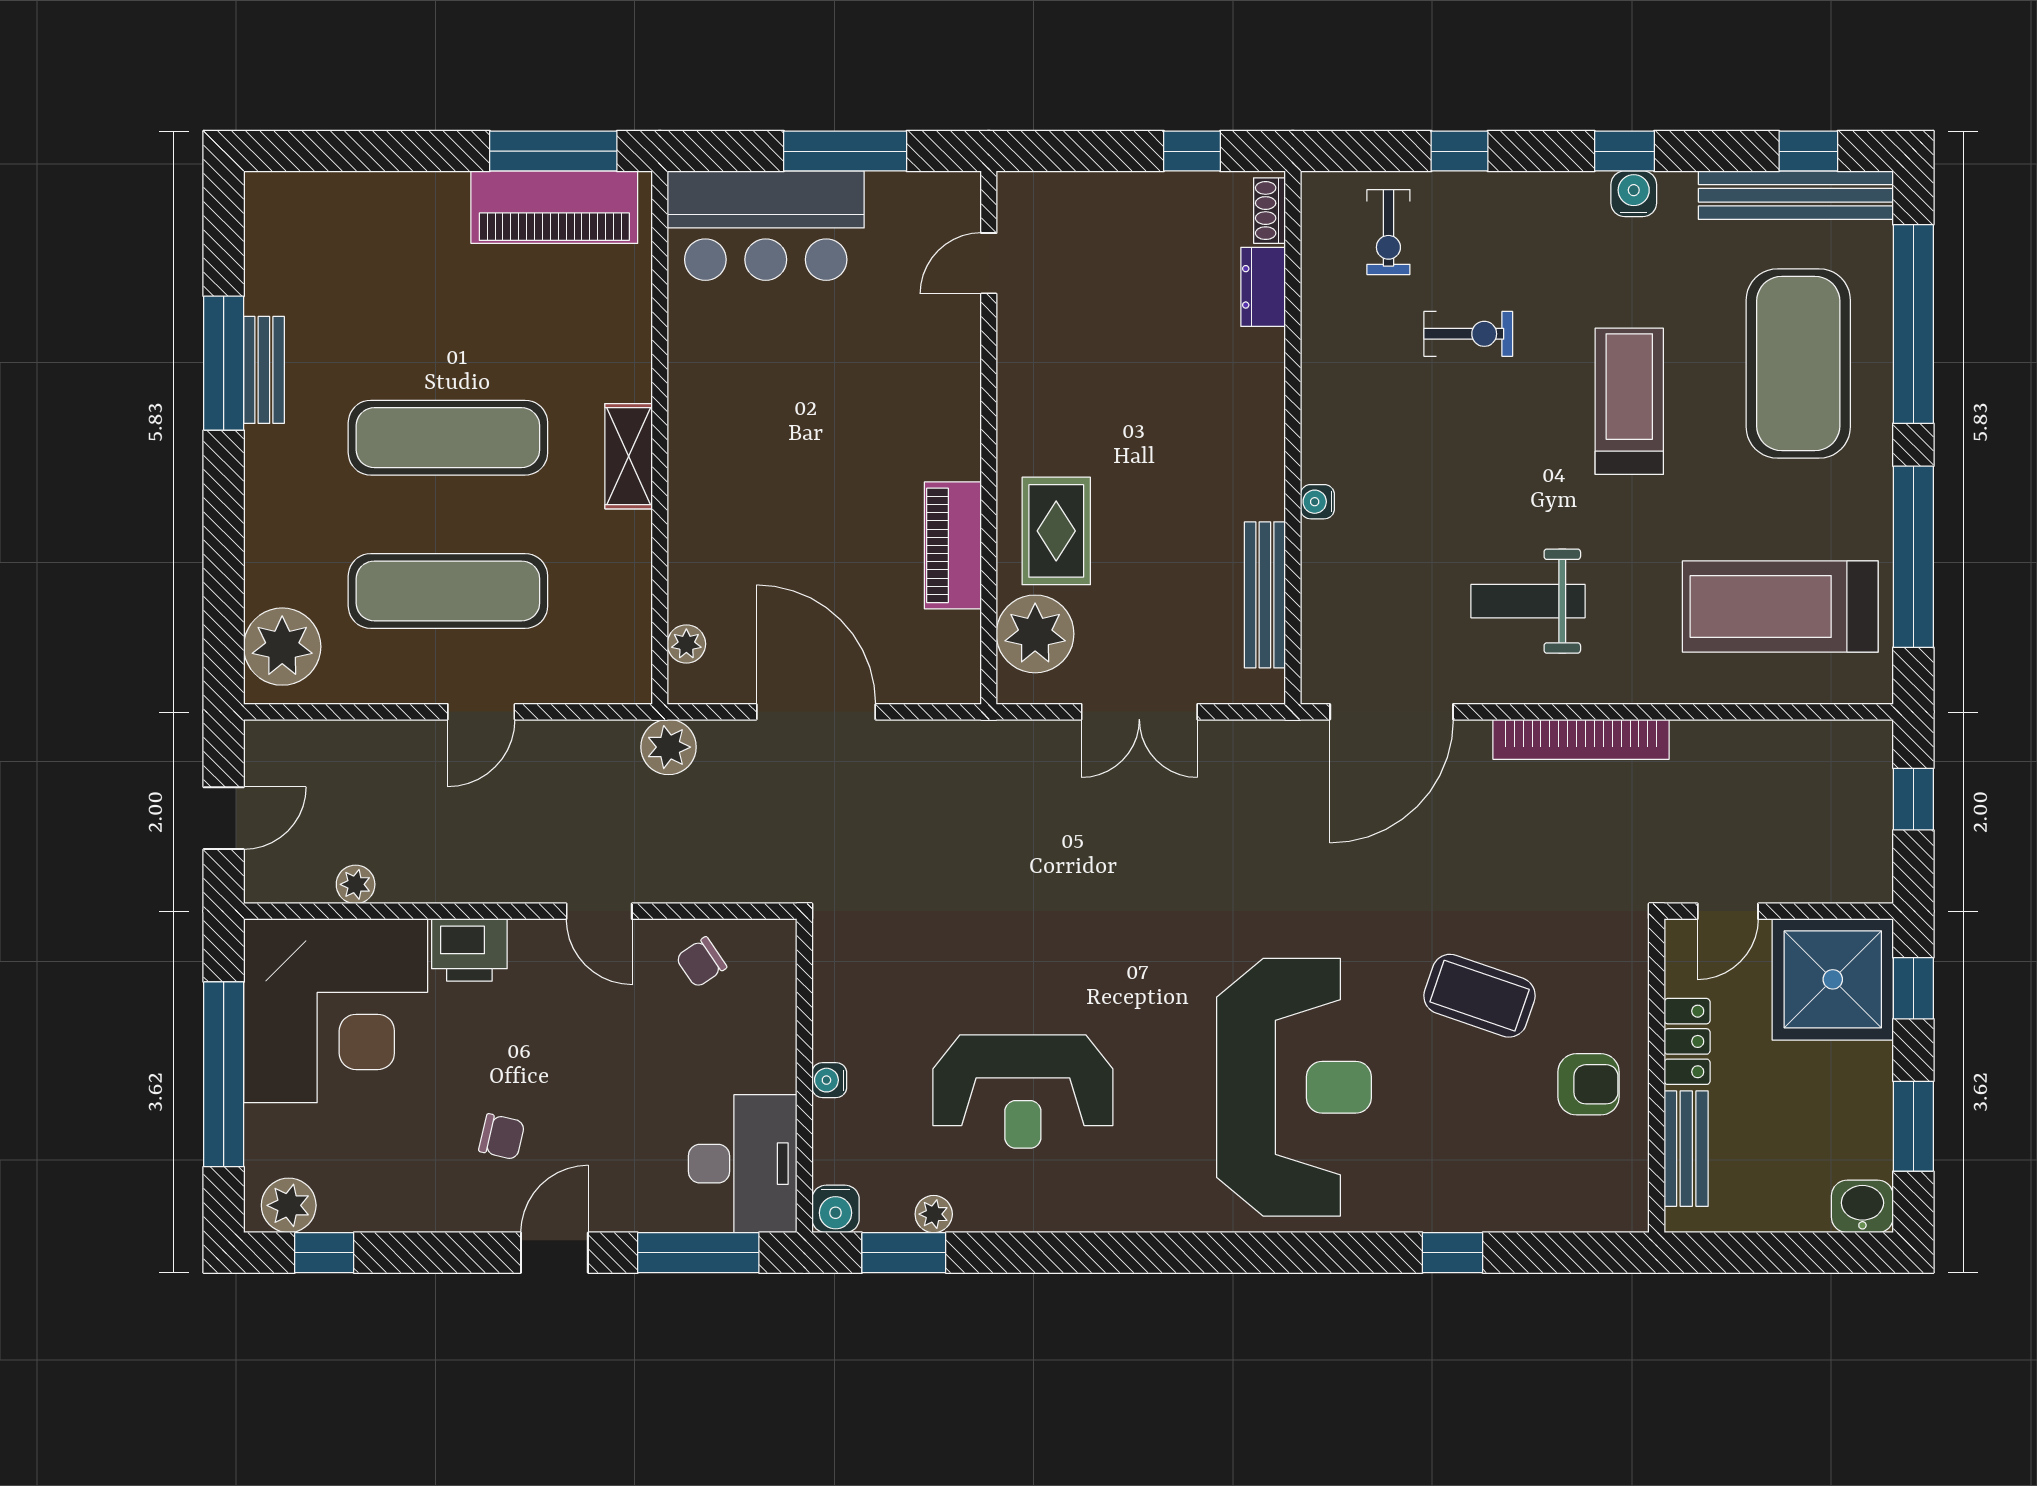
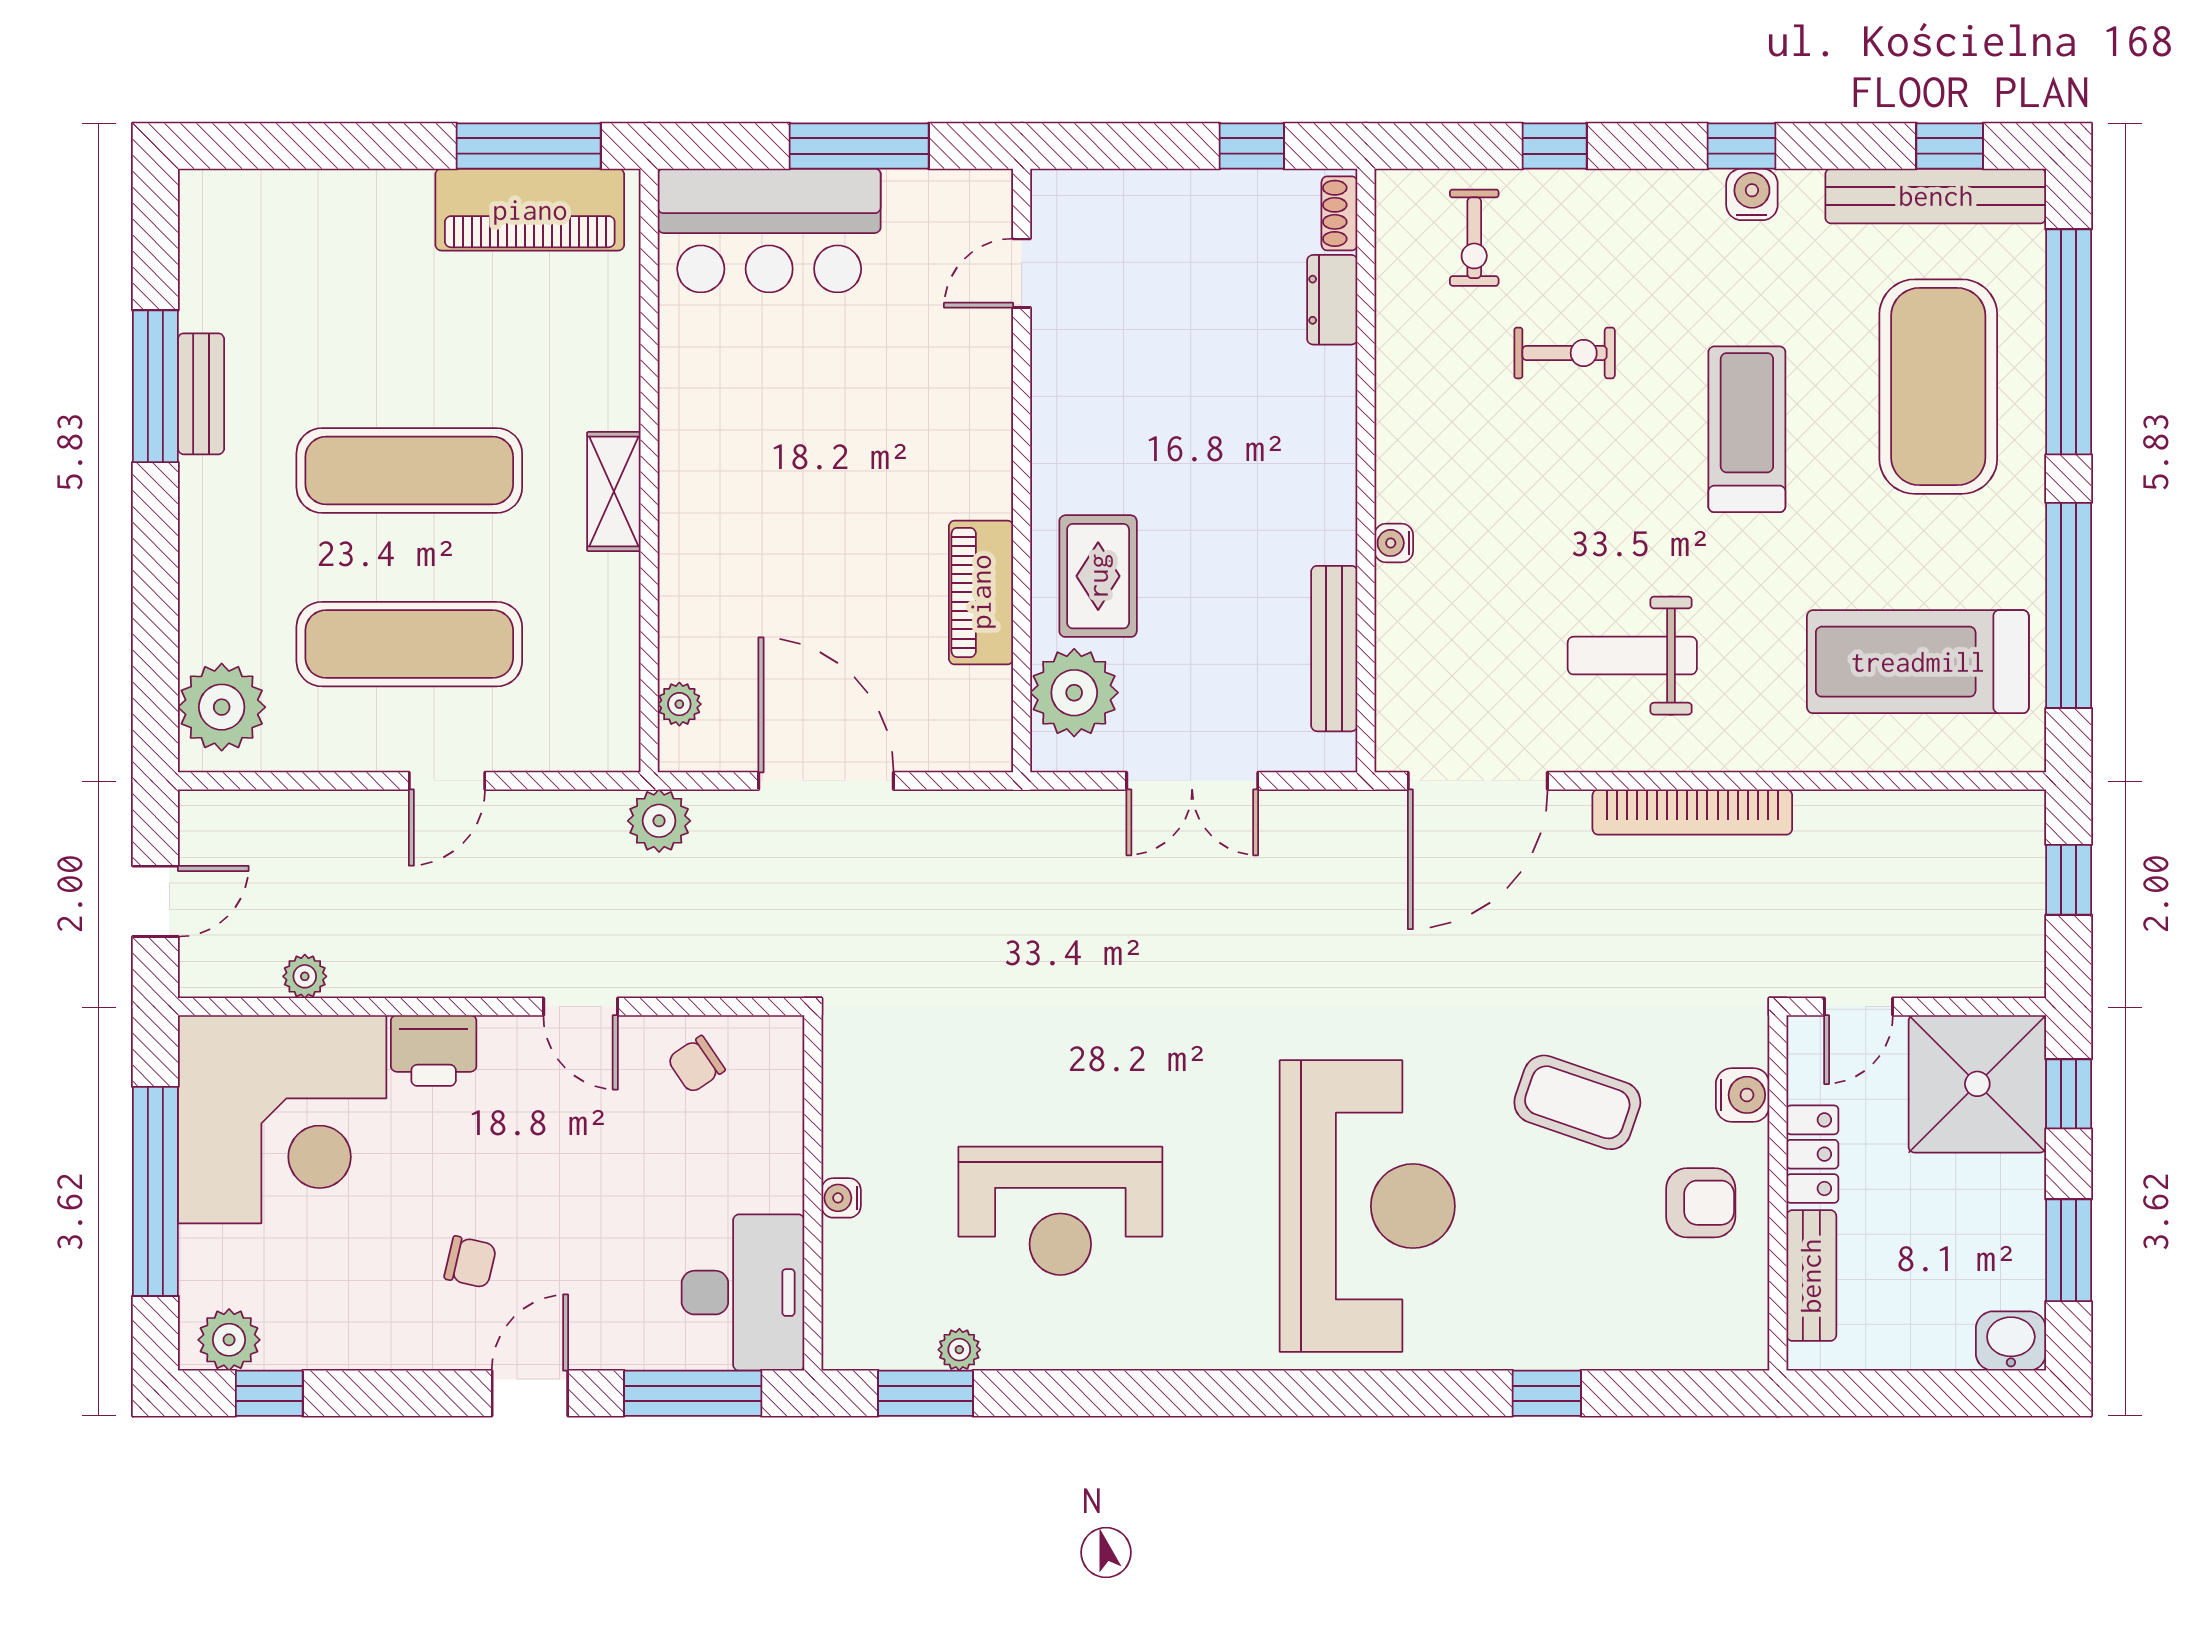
water cooler: (836, 1209) -> (1743, 1095), moved, turned -90

